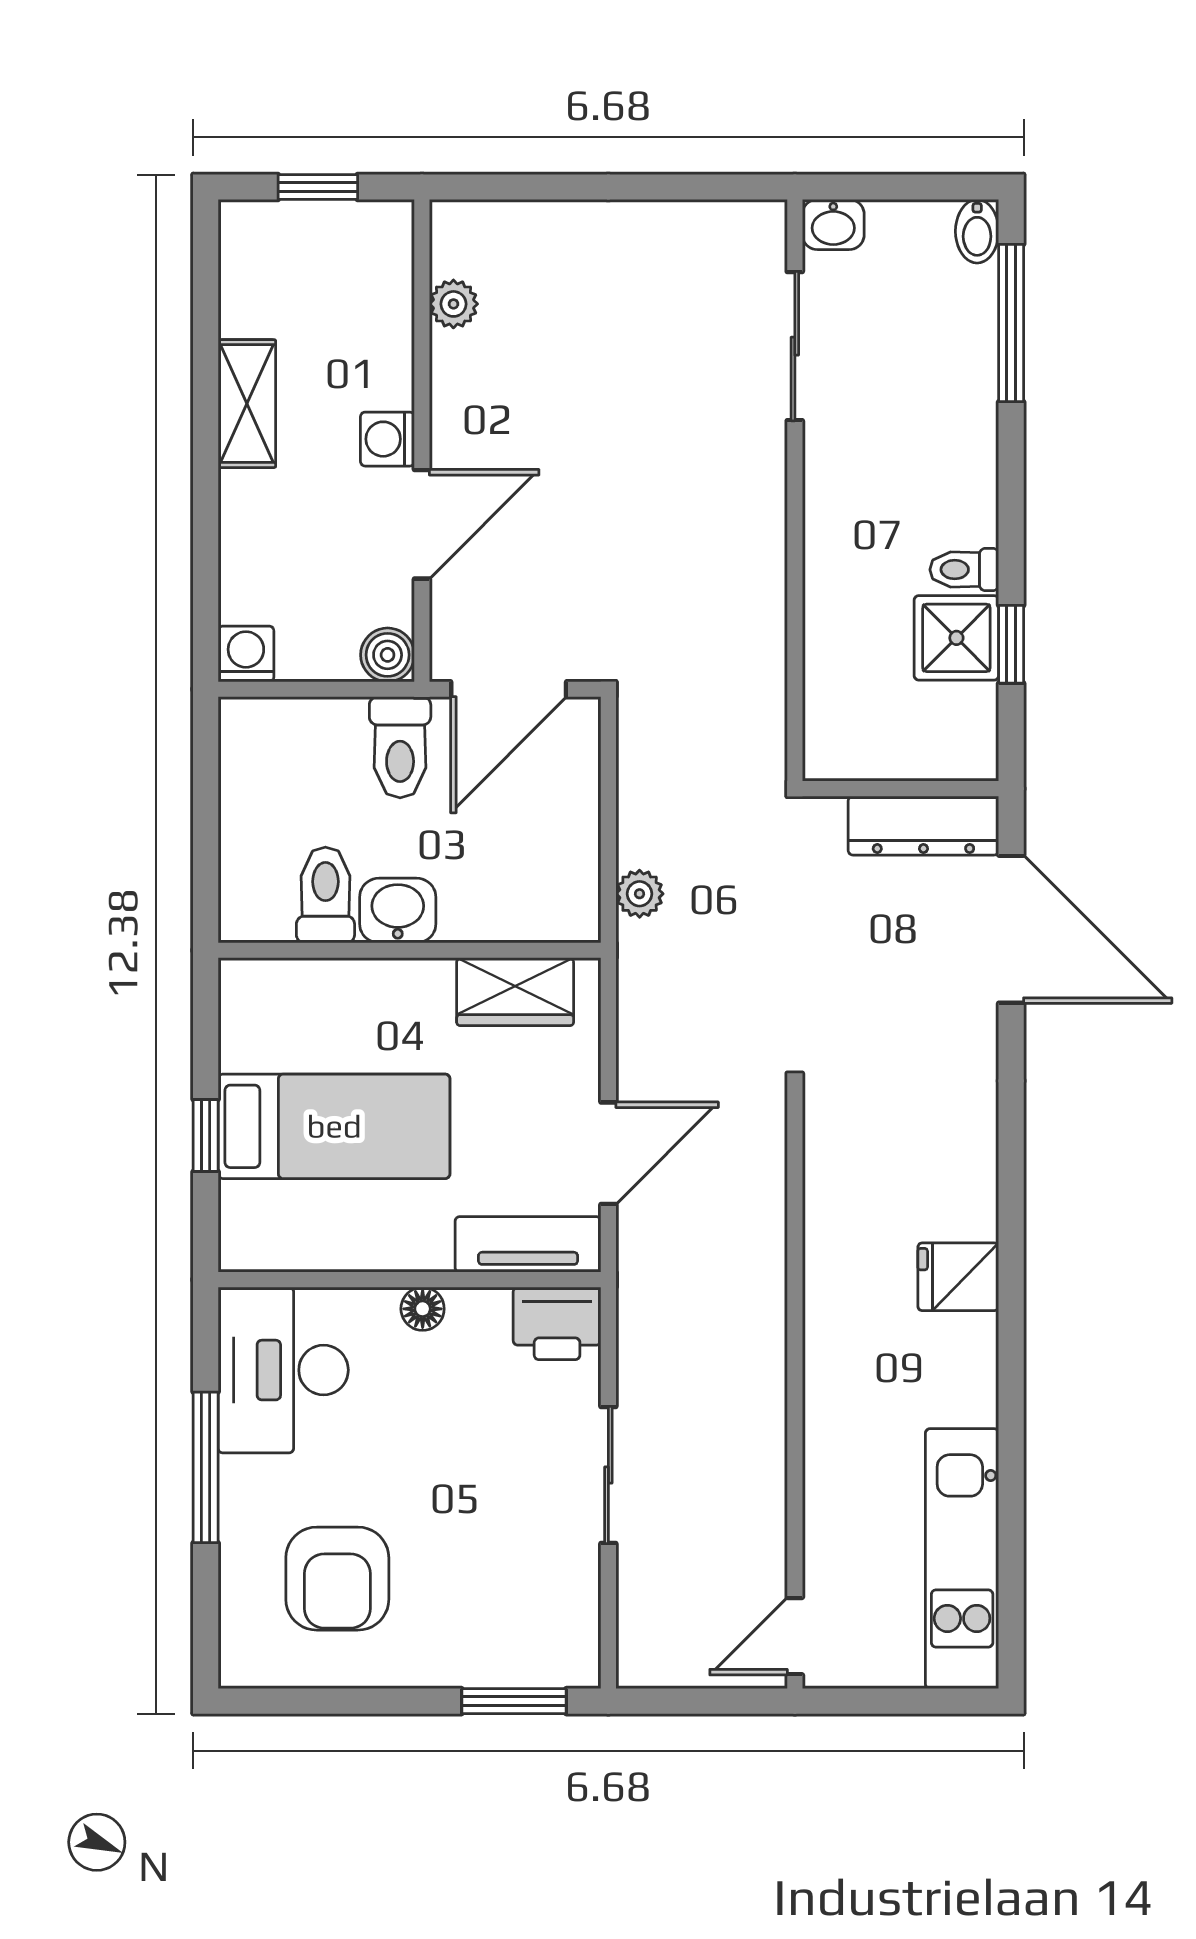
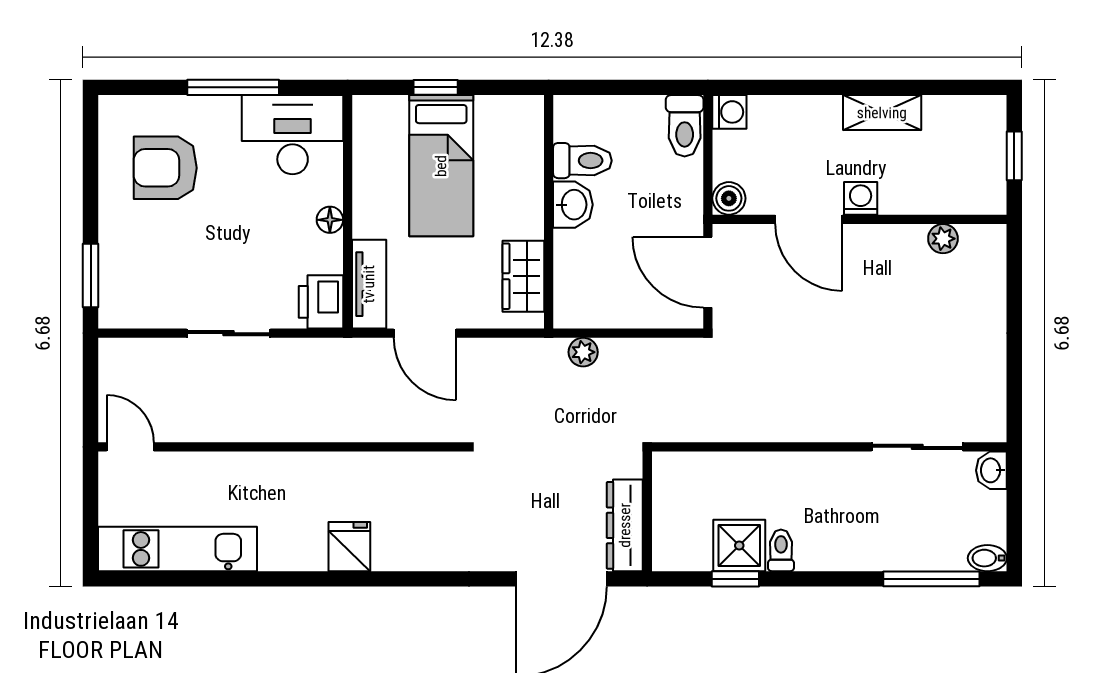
toilet: (400, 747) -> (685, 126), moved, turned -90

